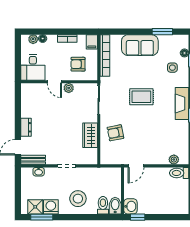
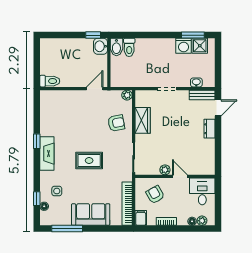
window: (162, 32) -> (67, 229), width x1.44
armchair: (78, 64) -> (155, 195), turned -119
plant: (174, 160) -> (127, 95), moved
stool: (78, 199) -> (155, 54), removed

